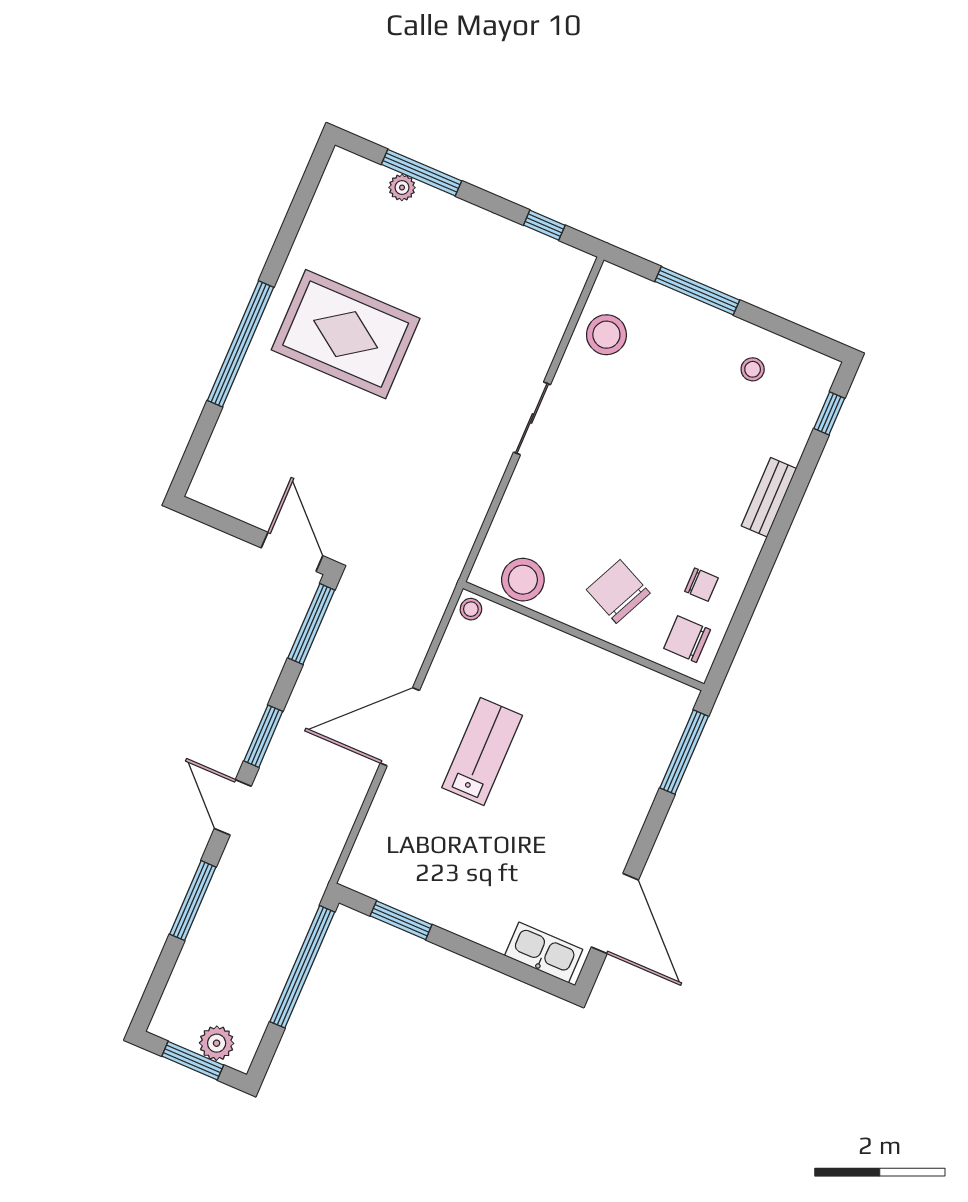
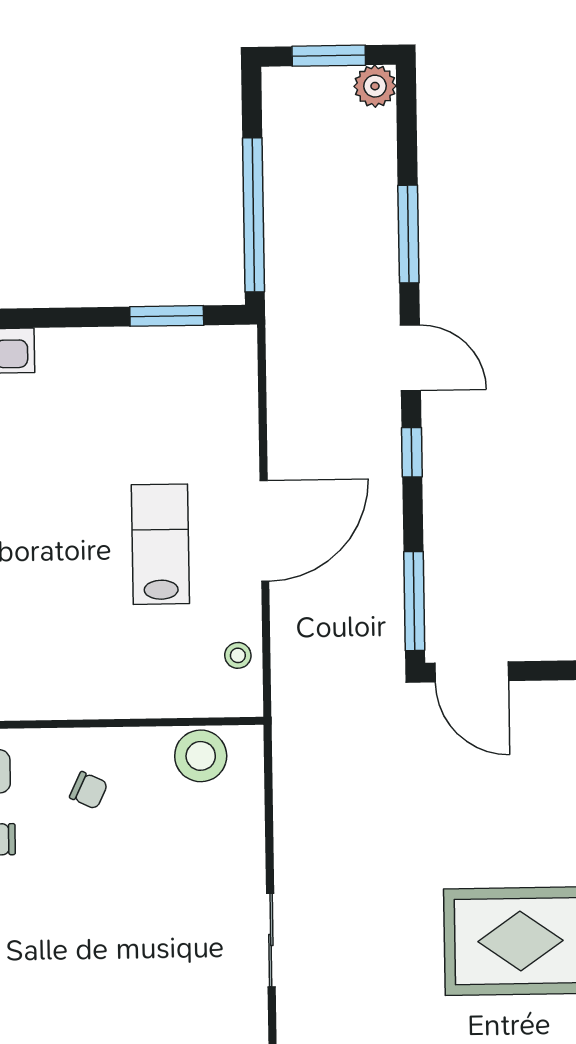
chair: (618, 591) -> (89, 790), width x0.54, depth x0.54
stool: (471, 609) -> (238, 655), moved
window: (263, 736) -> (412, 452), width x0.67
lab bench: (482, 752) -> (160, 544), turned 180
plant: (217, 1043) -> (375, 86), moved

